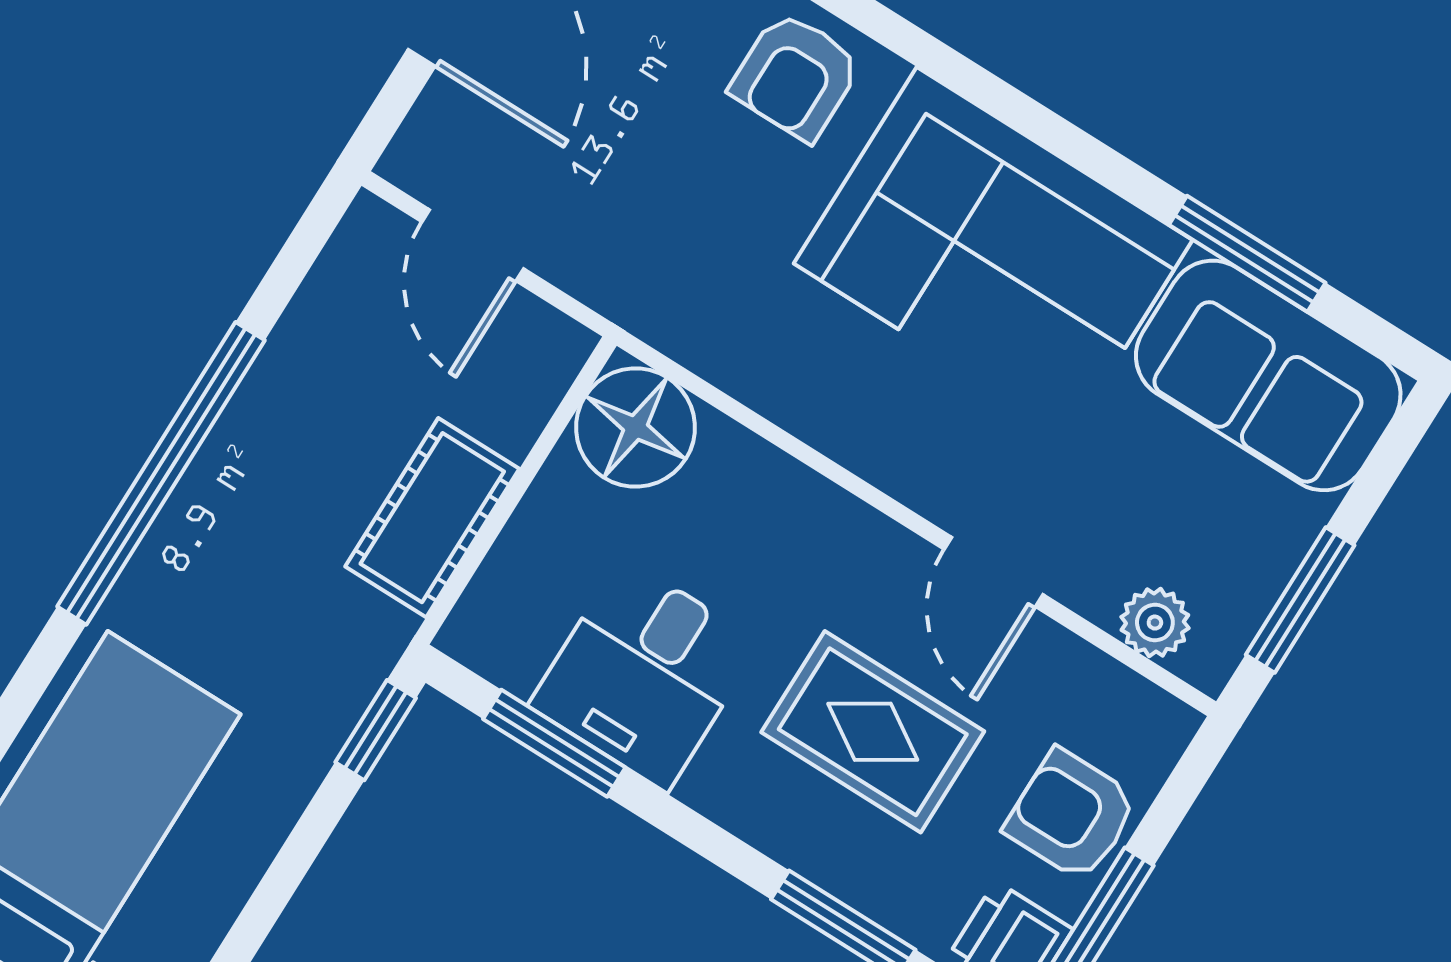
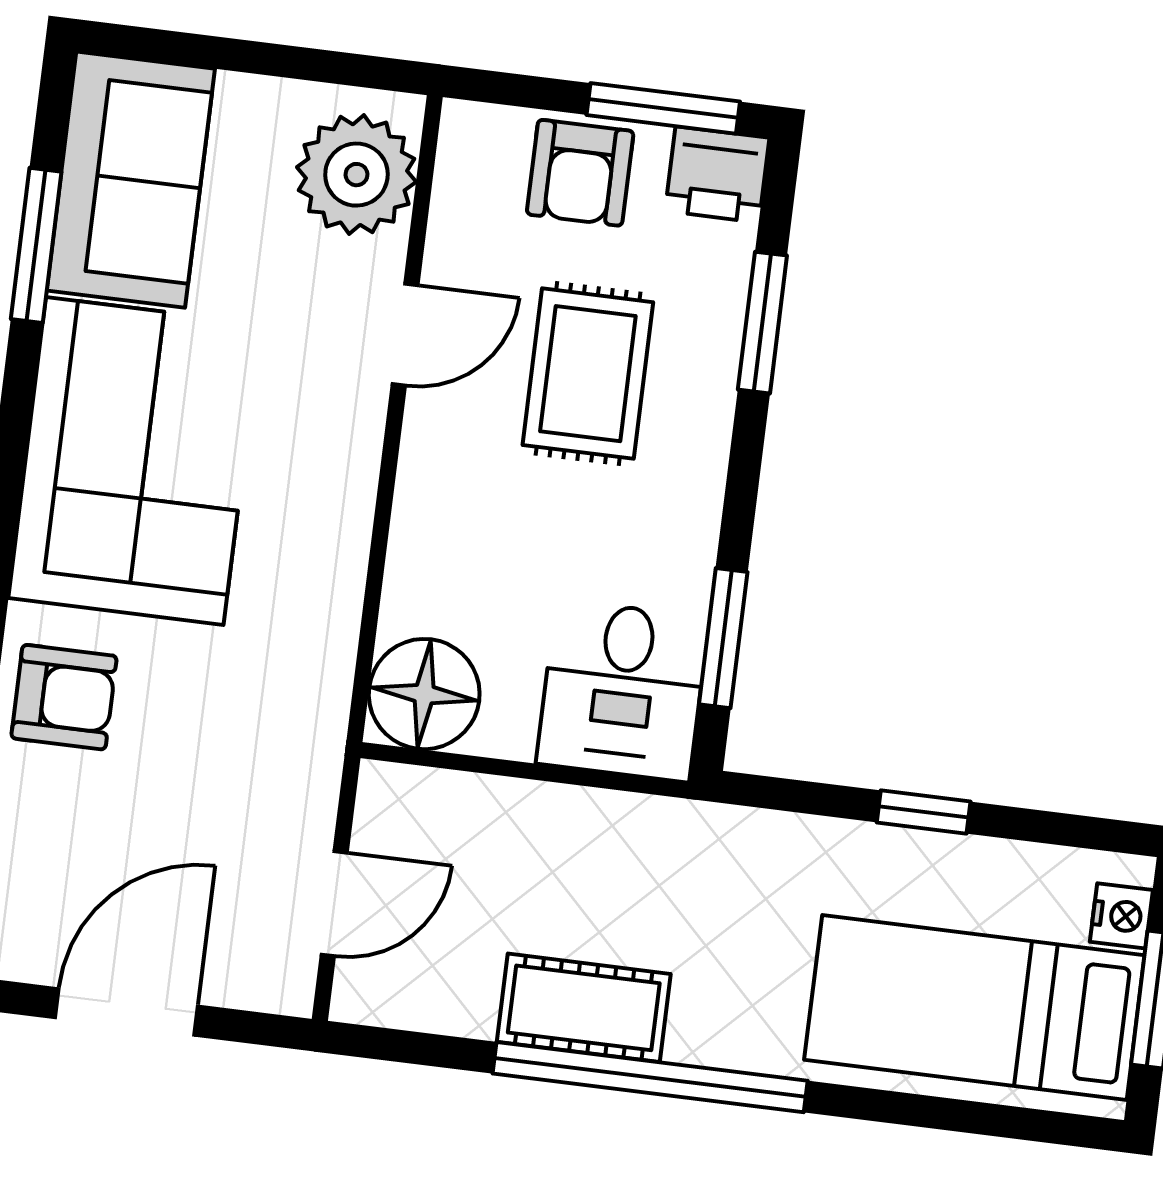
cot: (432, 518) -> (584, 1008), moved
window: (1300, 600) -> (308, 64), removed
plant: (1155, 623) -> (356, 175), width x1.87, depth x1.87
desk: (645, 674) -> (623, 691), moved, turned 90
window: (376, 730) -> (924, 812), moved

